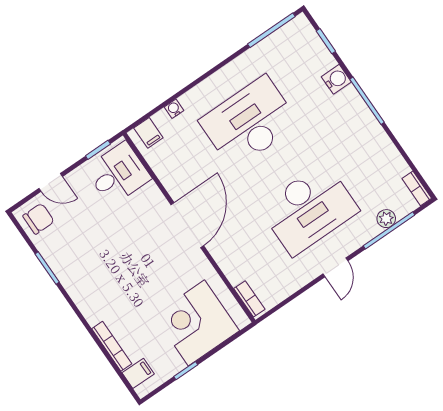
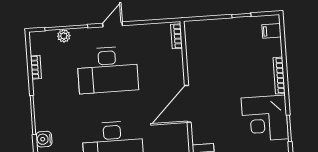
bookcase: (417, 188) -> (36, 67), moved
desk: (309, 209) -> (108, 70), turned 180
corner desk: (196, 323) -> (265, 118), moved, turned 90
bookcase: (112, 346) -> (279, 76), moved

